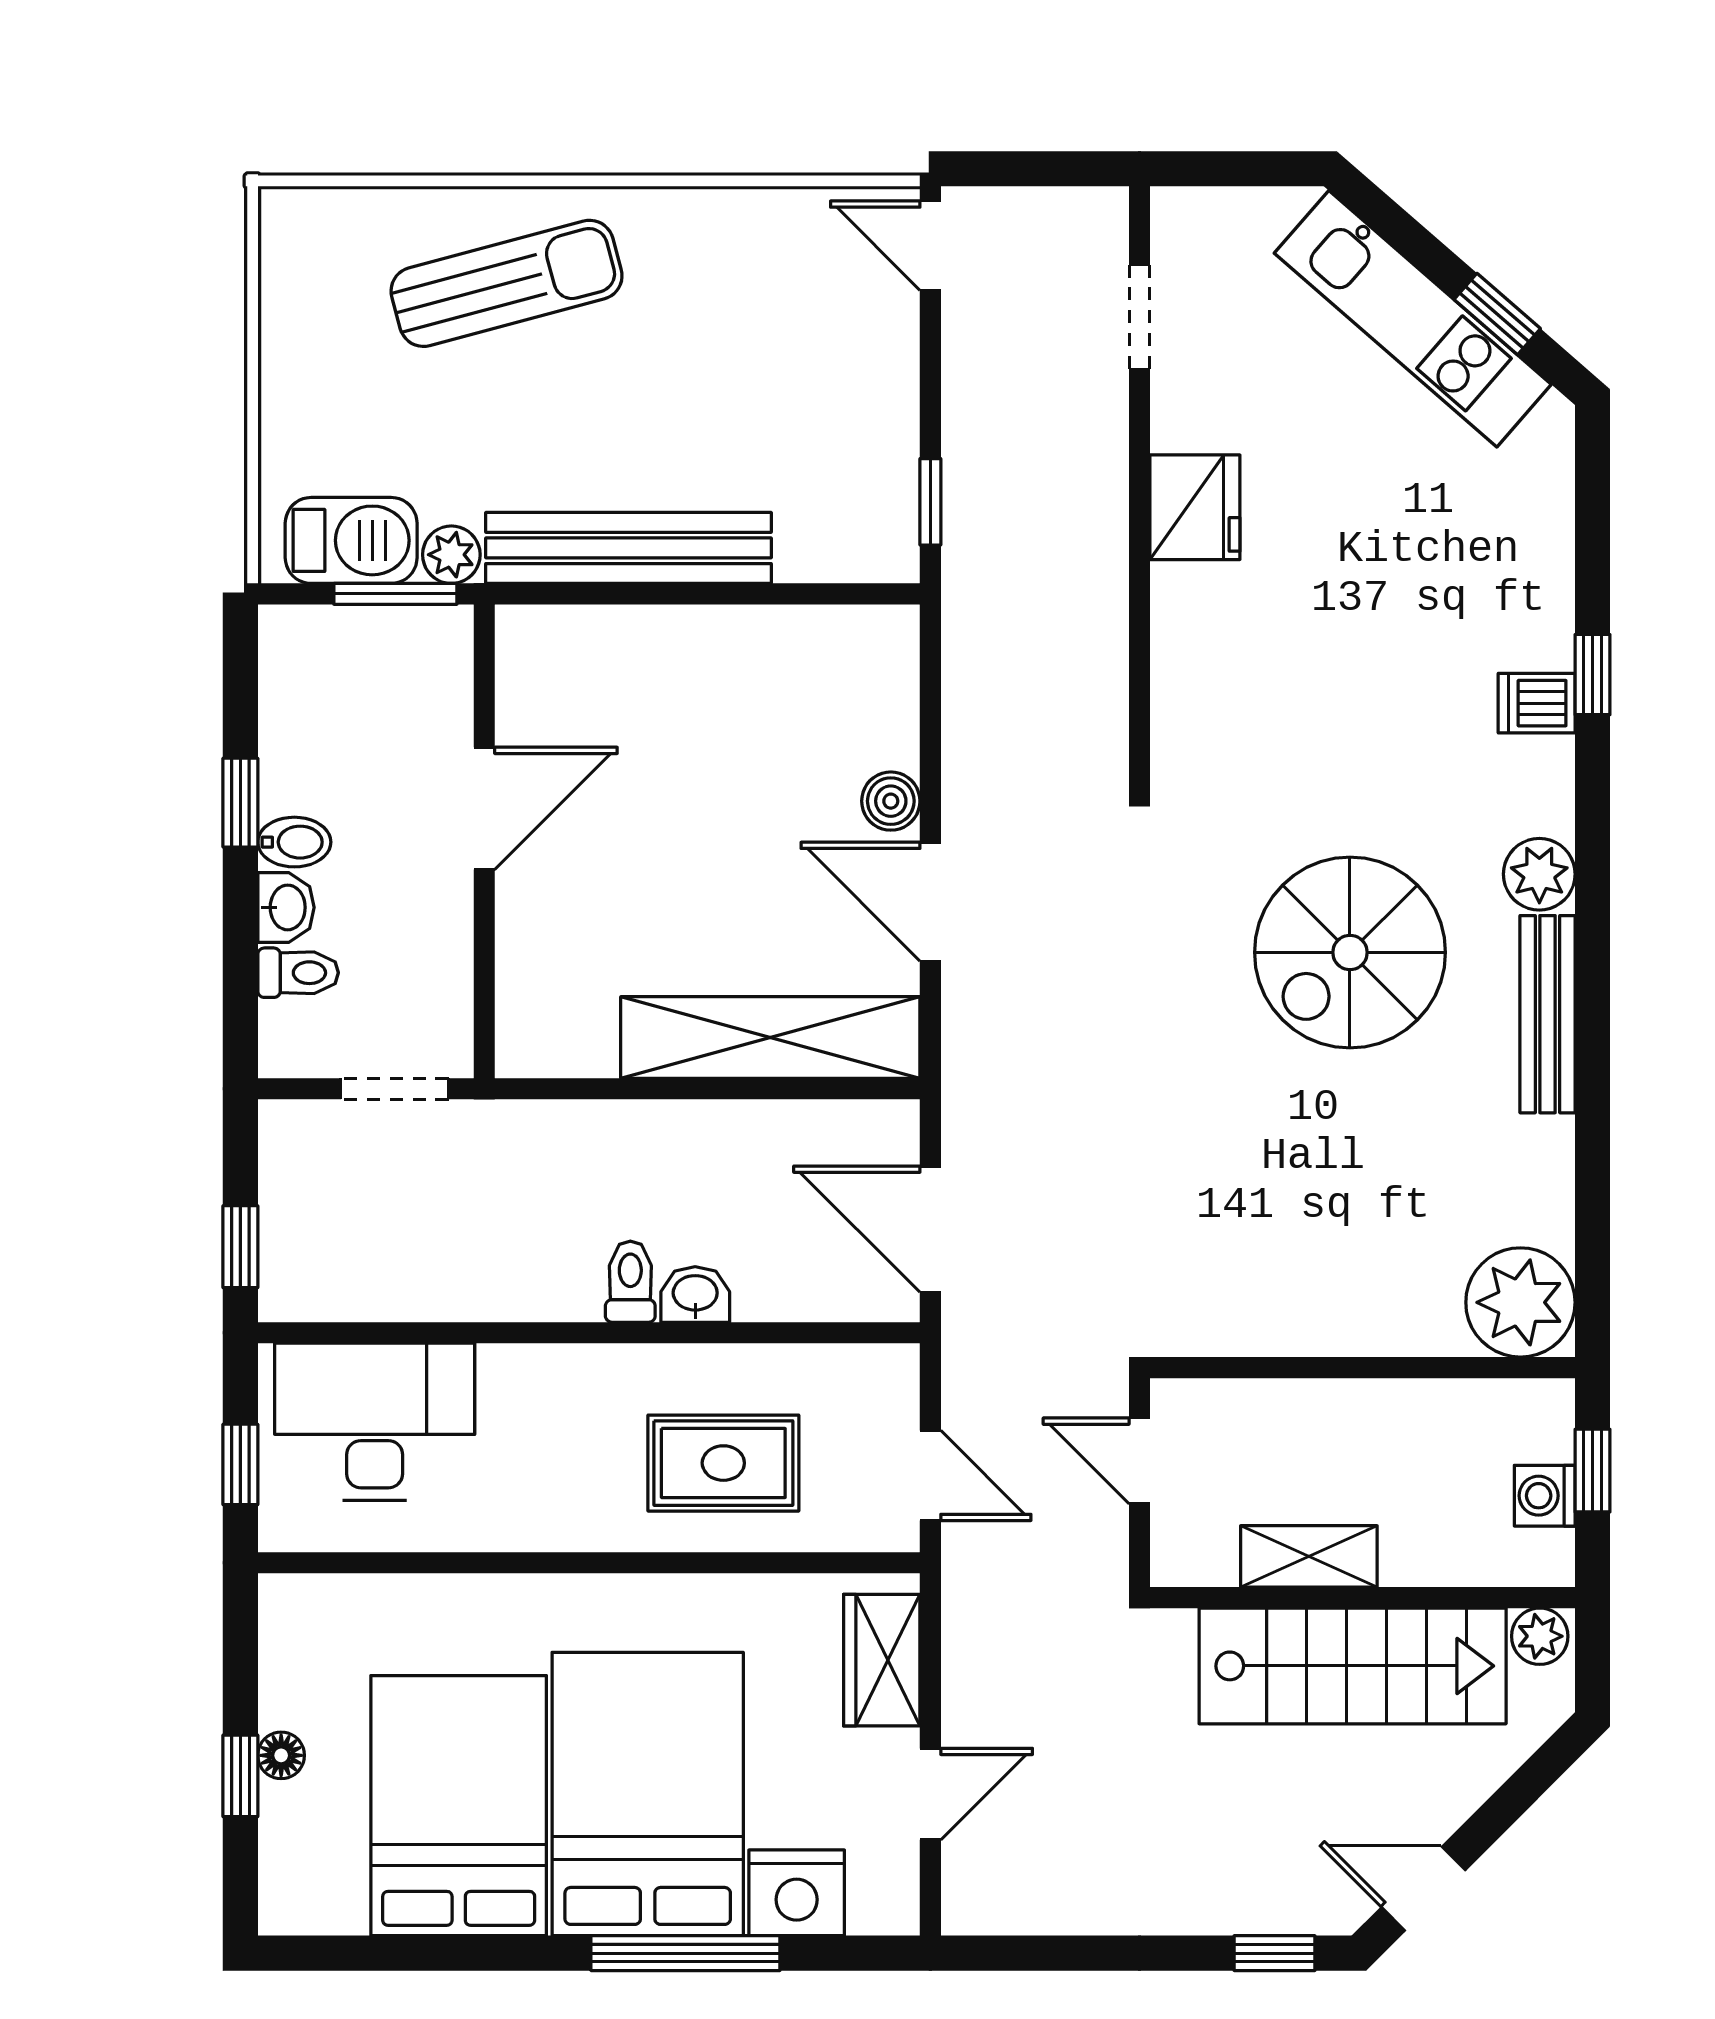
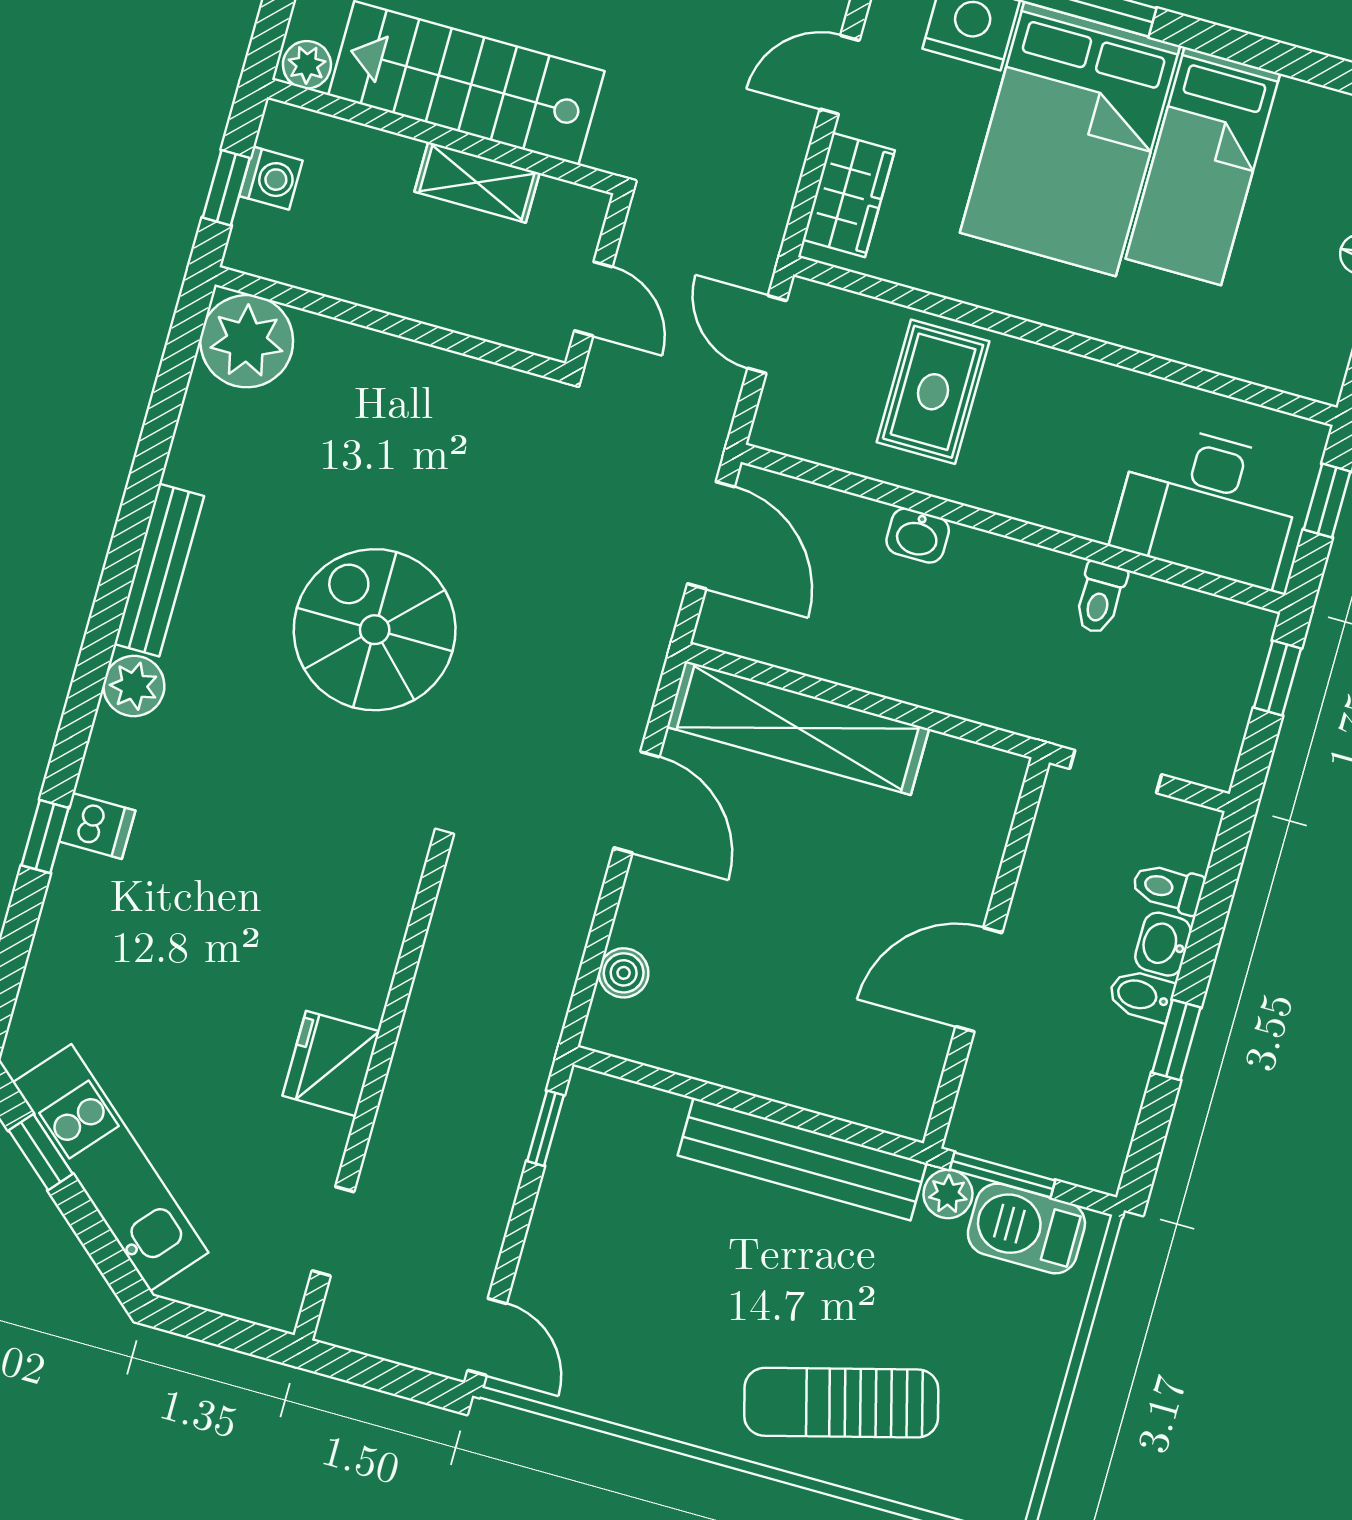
boiler: (891, 801) -> (624, 973), moved
spiral stairs: (1350, 952) -> (375, 630), moved, turned -90
toilet: (630, 1282) -> (1100, 598), moved
rug: (723, 1463) -> (933, 392), turned 90
bed: (459, 1806) -> (1203, 166), width x0.67

